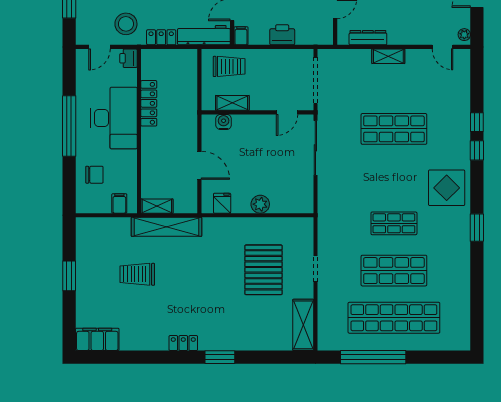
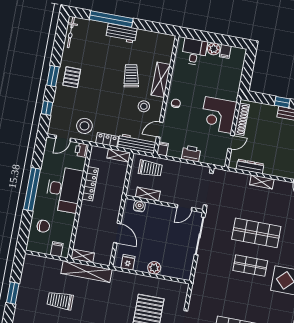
shelving: (182, 56) -> (119, 155), added
shop shelf: (394, 223) -> (250, 266), moved

